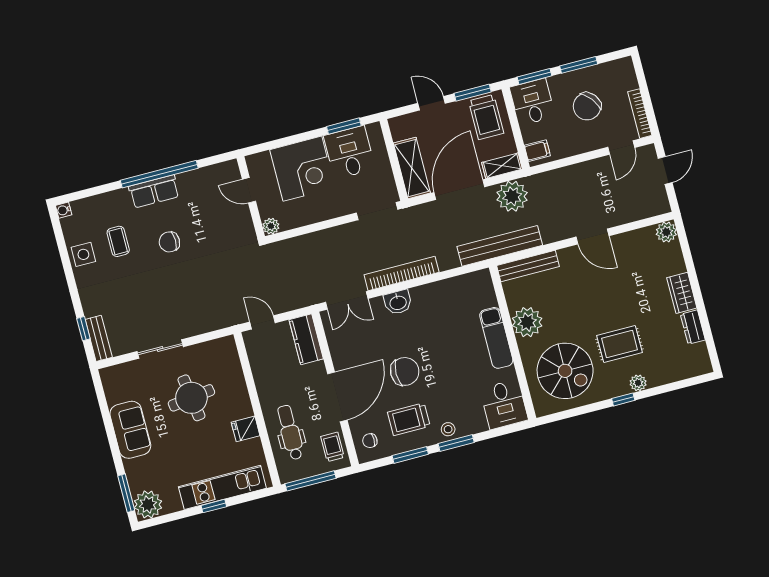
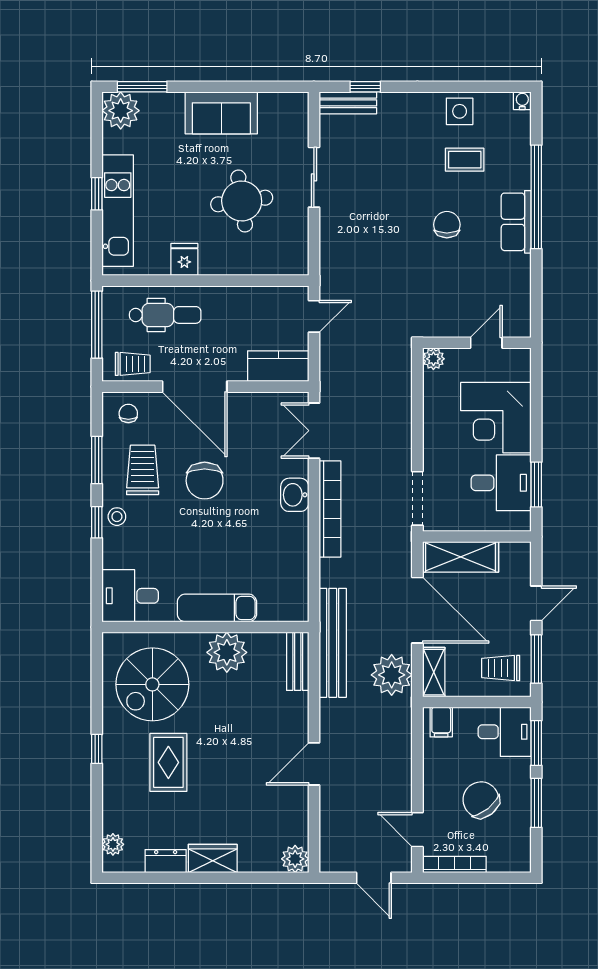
trolley: (486, 117) -> (501, 668), width x0.73, depth x0.72
window: (159, 174) -> (536, 197), moved
bench: (528, 266) -> (298, 661), width x0.73
plant: (638, 383) -> (113, 844), moved
window: (456, 443) -> (97, 522), width x0.67

